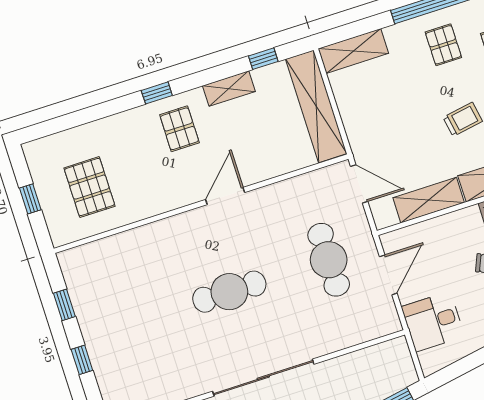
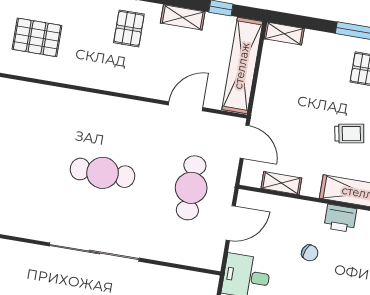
shelving: (353, 51) -> (284, 34), width x0.67, depth x0.75
pallet: (89, 187) -> (37, 37), turned 90
door: (225, 196) -> (186, 106), moved
shelving: (429, 200) -> (281, 183), width x0.67, depth x0.75

